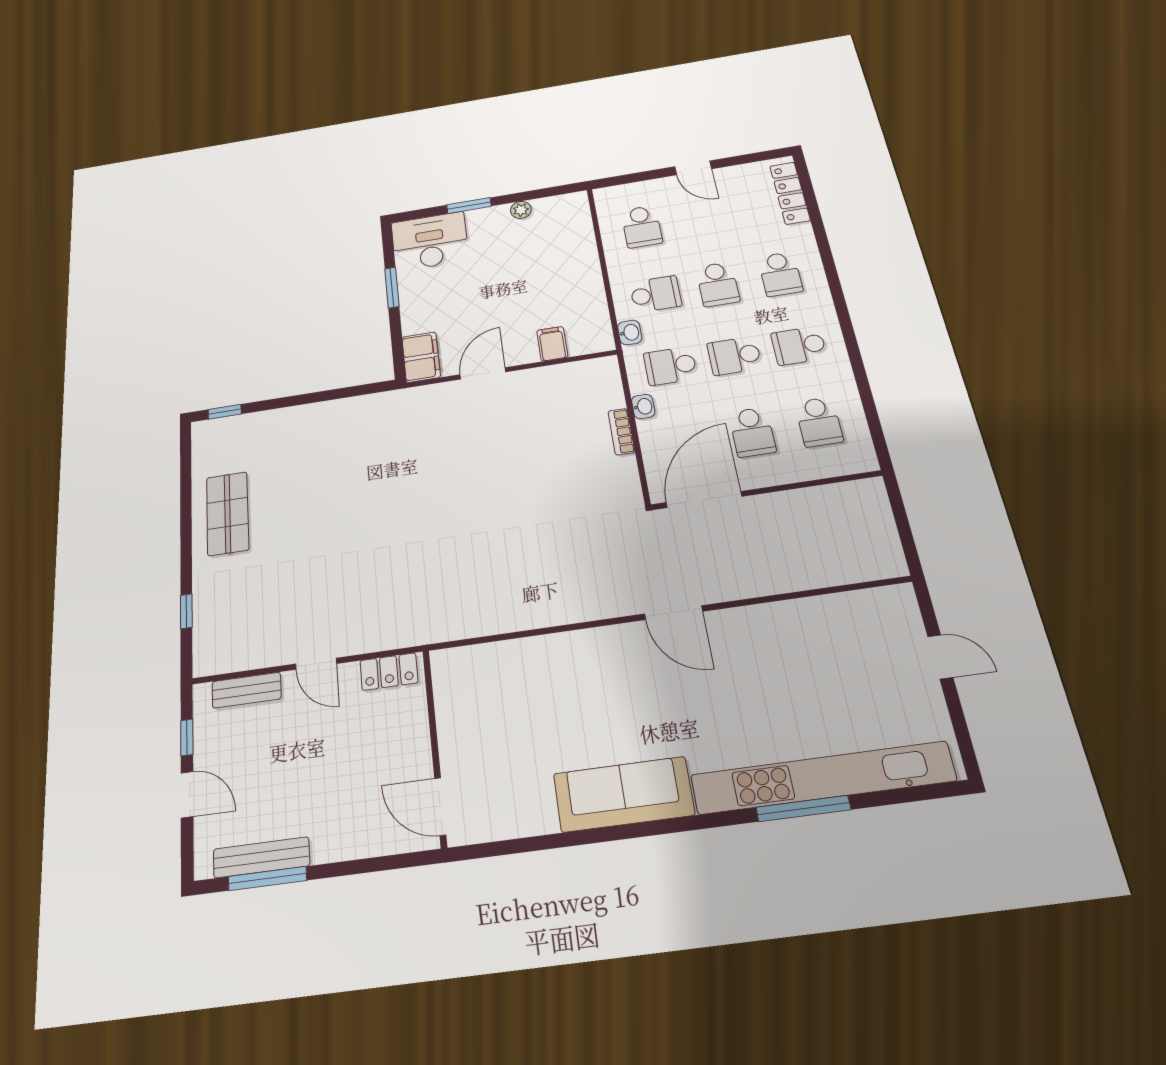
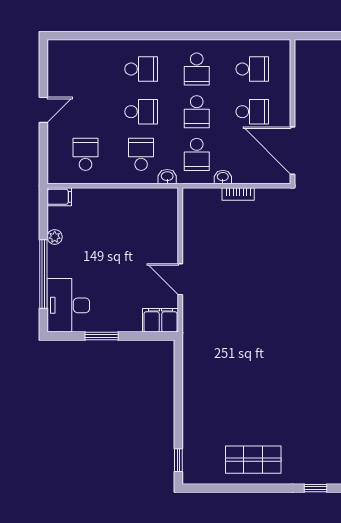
locker: (790, 193) -> (78, 48), removed
window: (469, 206) -> (43, 274), width x2.11
school desk: (642, 227) -> (85, 154), turned -90
filing cabinet: (552, 344) -> (59, 197), moved, turned 180

